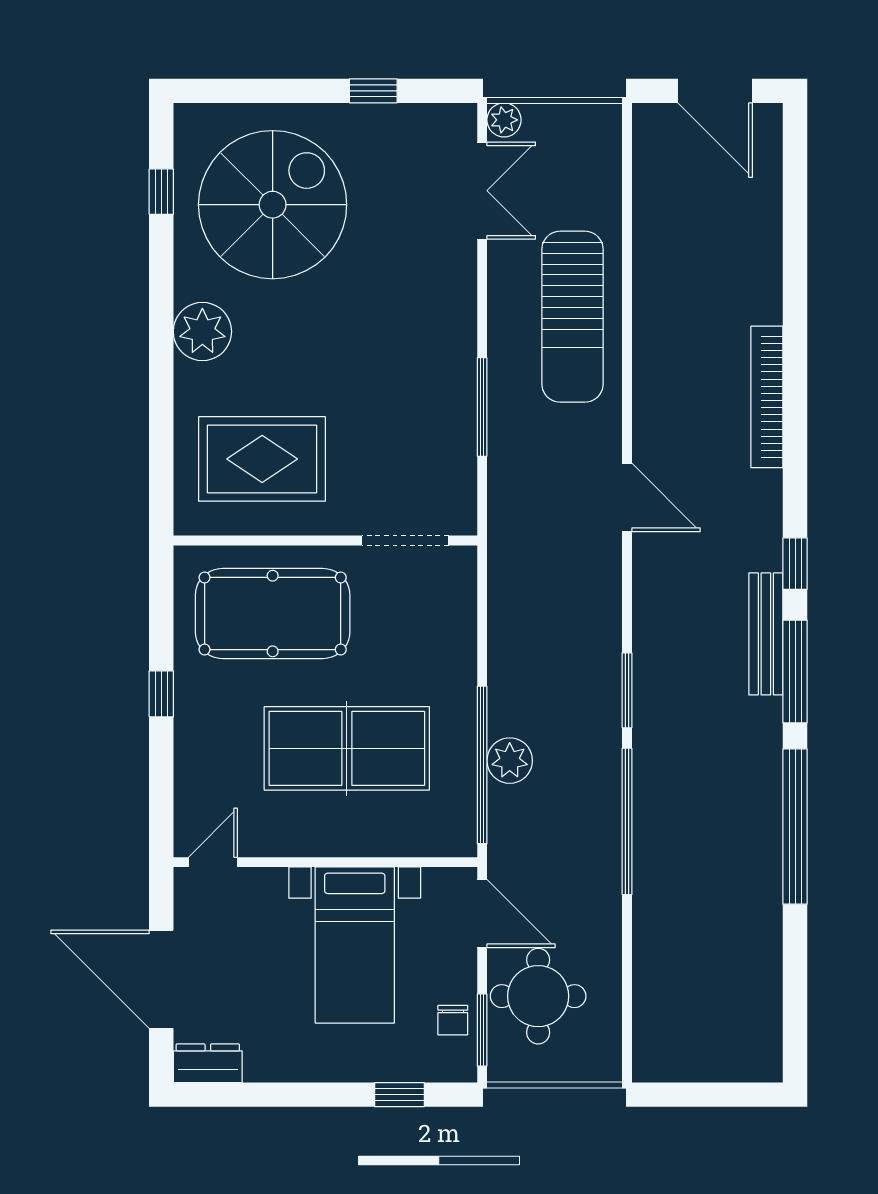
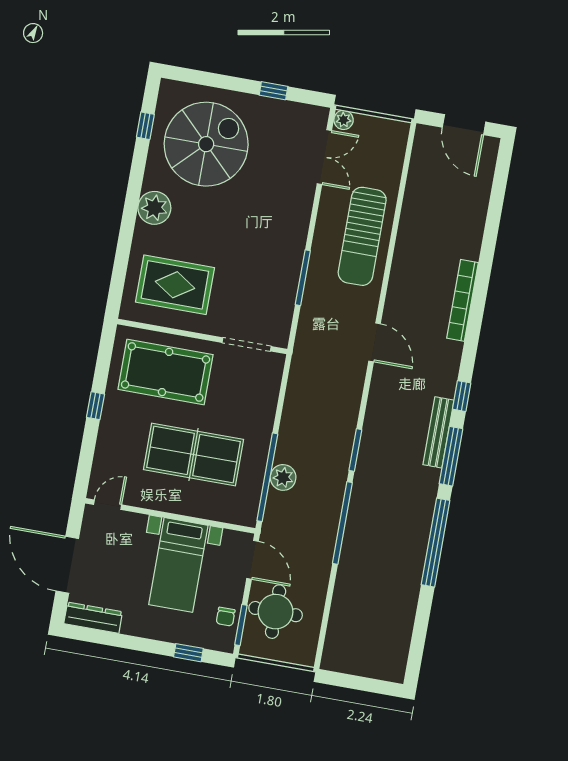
dresser: (208, 1063) -> (93, 618), width x1.44

